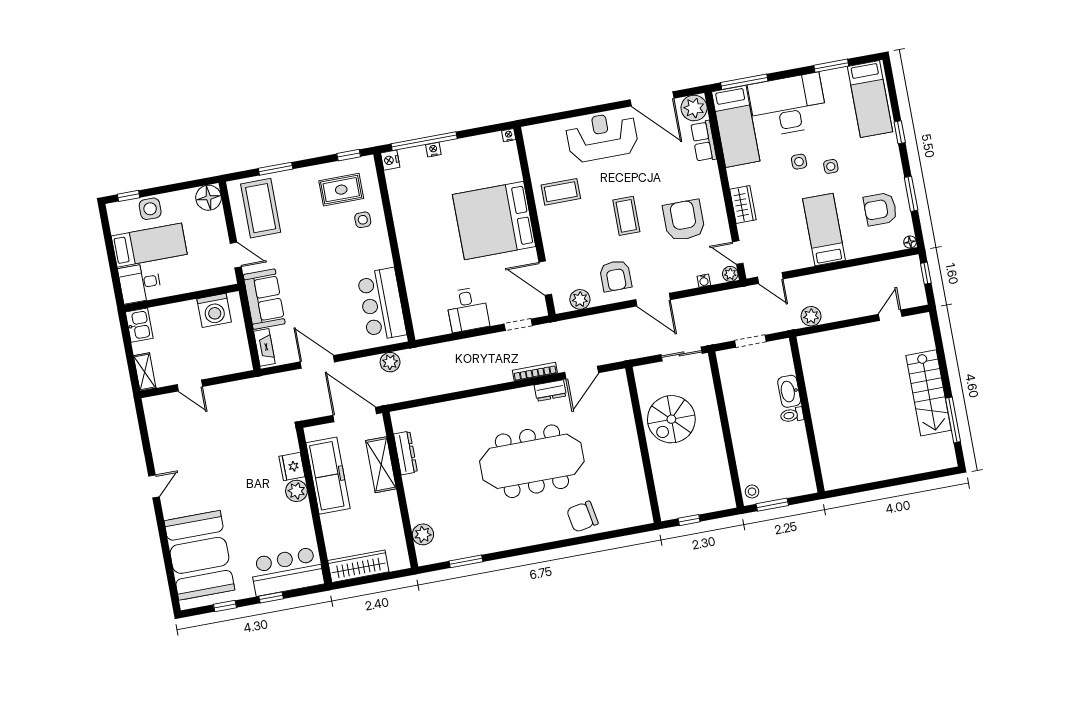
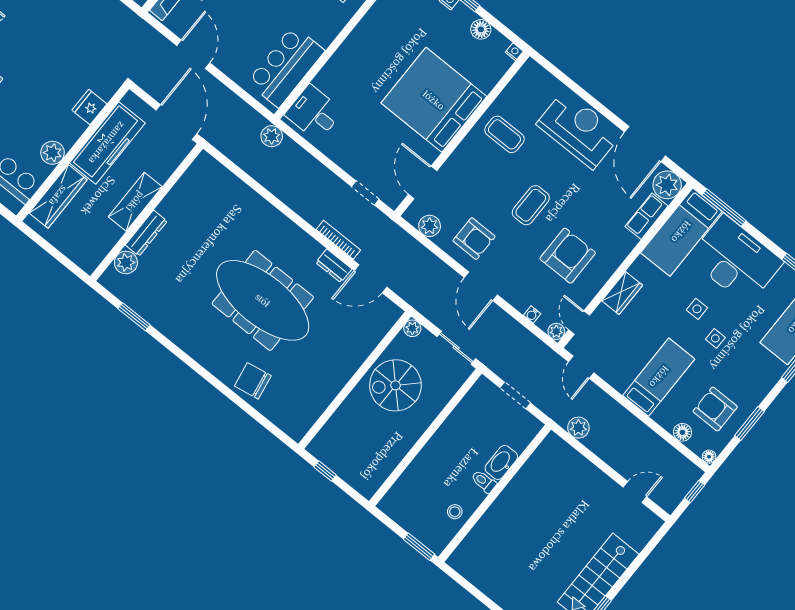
floor lamp: (473, 145) -> (481, 29), added
floor lamp: (877, 246) -> (682, 432), added
armchair: (616, 276) -> (474, 239), turned -90
desk: (468, 310) -> (314, 113), moved, turned 90
plant: (390, 362) -> (272, 136), moved
plant: (641, 373) -> (412, 328), added
dresser: (405, 453) -> (146, 233), moved
shelving: (381, 465) -> (135, 202), moved
plant: (296, 491) -> (53, 153), moved
stool: (752, 492) -> (455, 512), moved
window: (772, 505) -> (419, 547), moved
wardrobe: (358, 566) -> (58, 196), moved, turned 90

